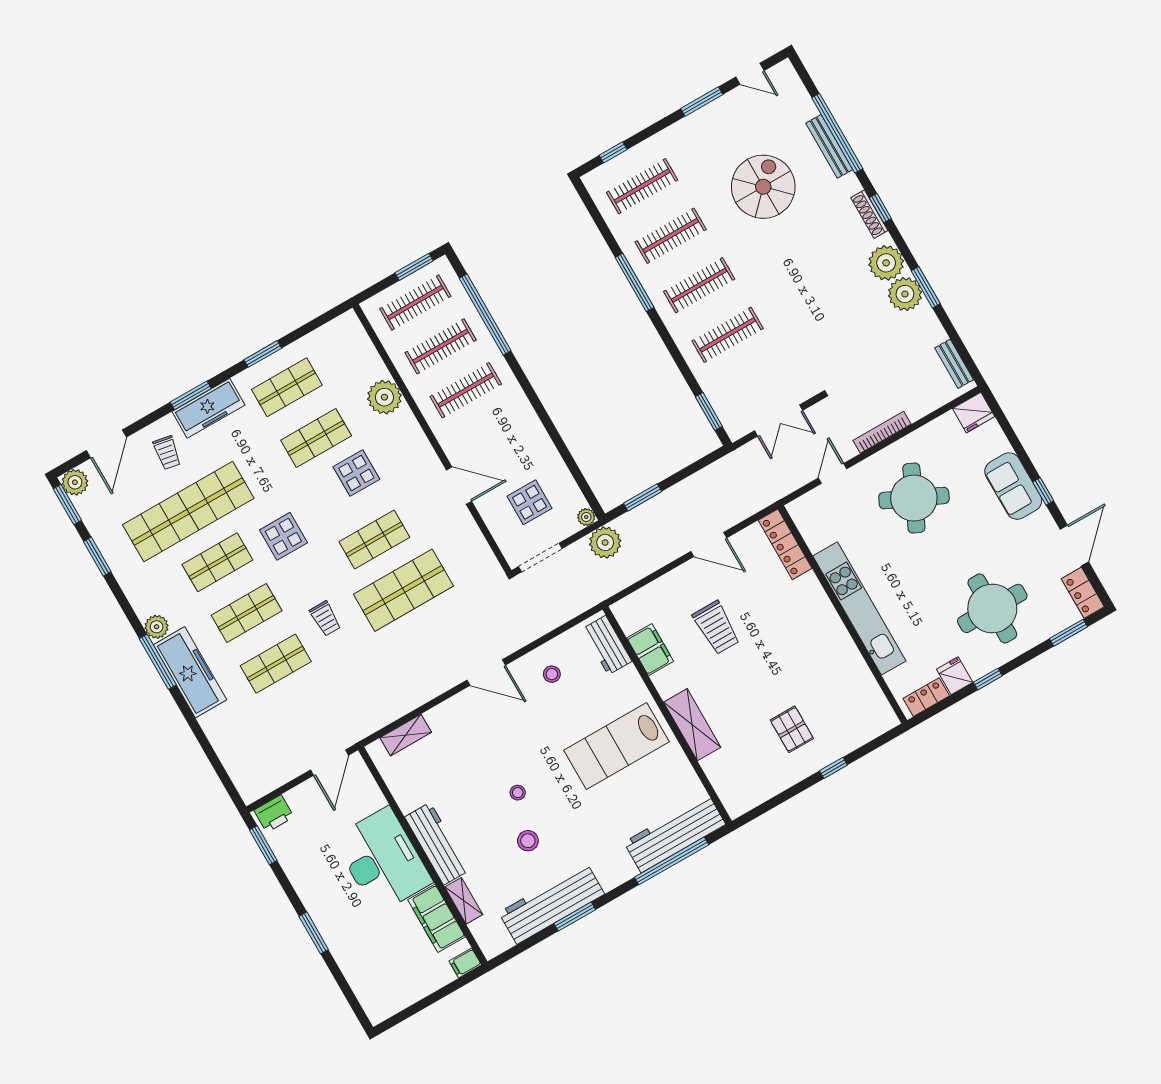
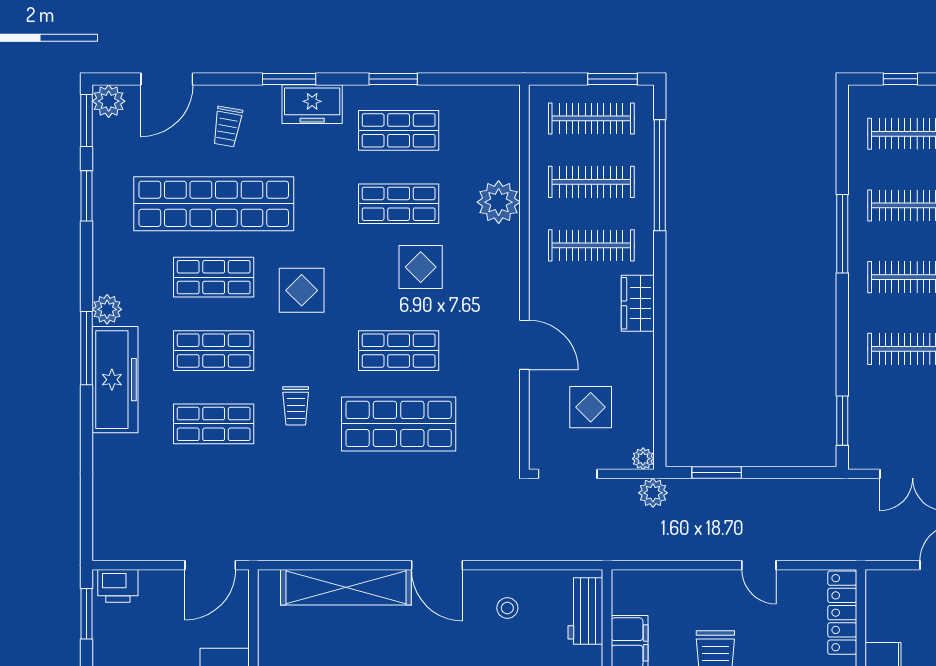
freezer: (208, 408) -> (312, 104), width x0.71
wardrobe: (521, 412) -> (638, 303), added
plant: (605, 543) -> (653, 493), width x0.73, depth x0.73
door: (709, 545) -> (759, 565), width x0.73
shelving: (406, 735) -> (346, 587), width x2.20, depth x1.33

